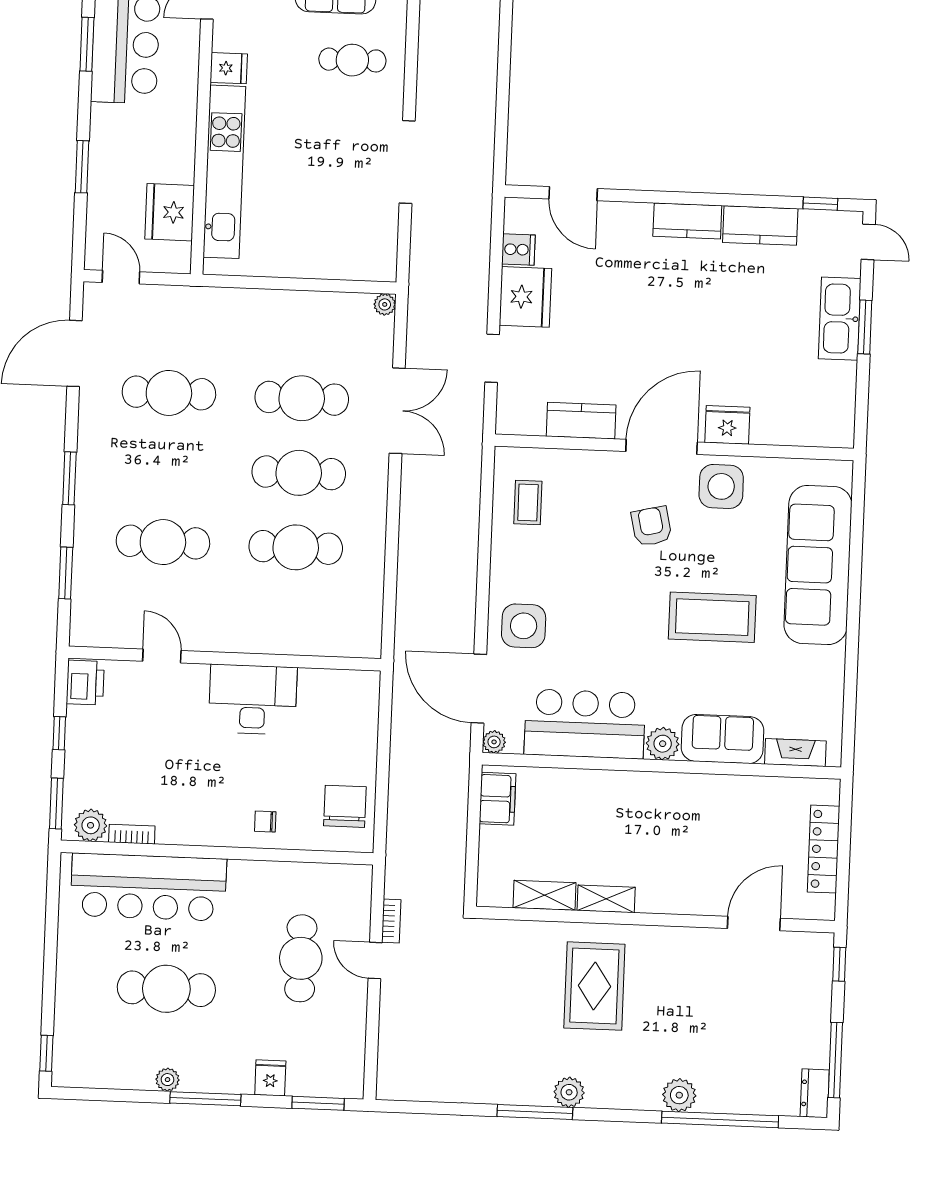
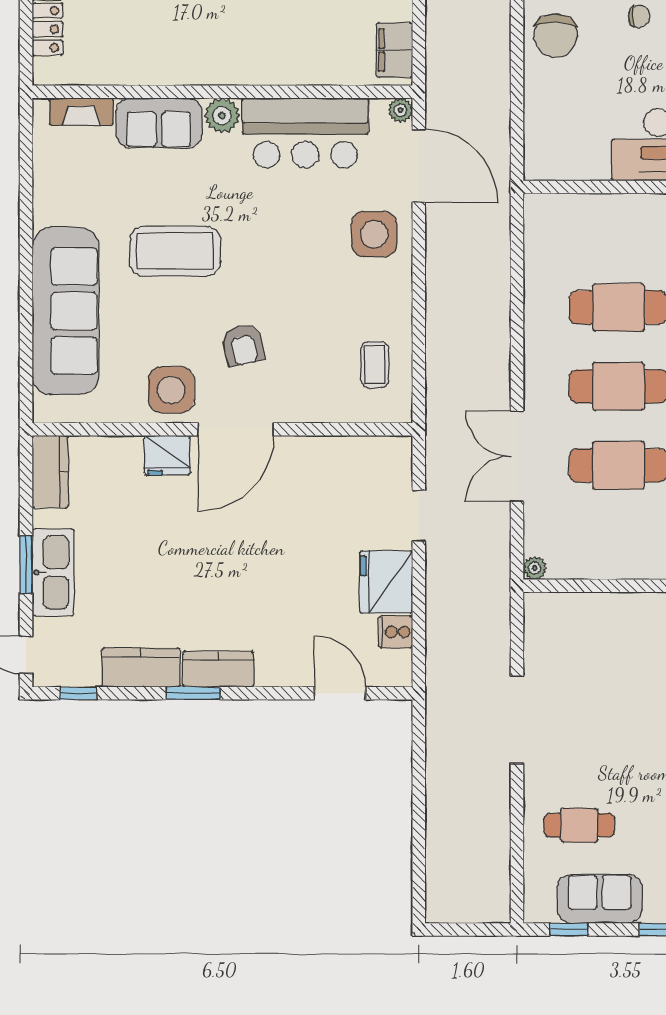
window: (712, 199) -> (193, 693), added
kitchen counter: (581, 421) -> (50, 472), moved, turned -90

